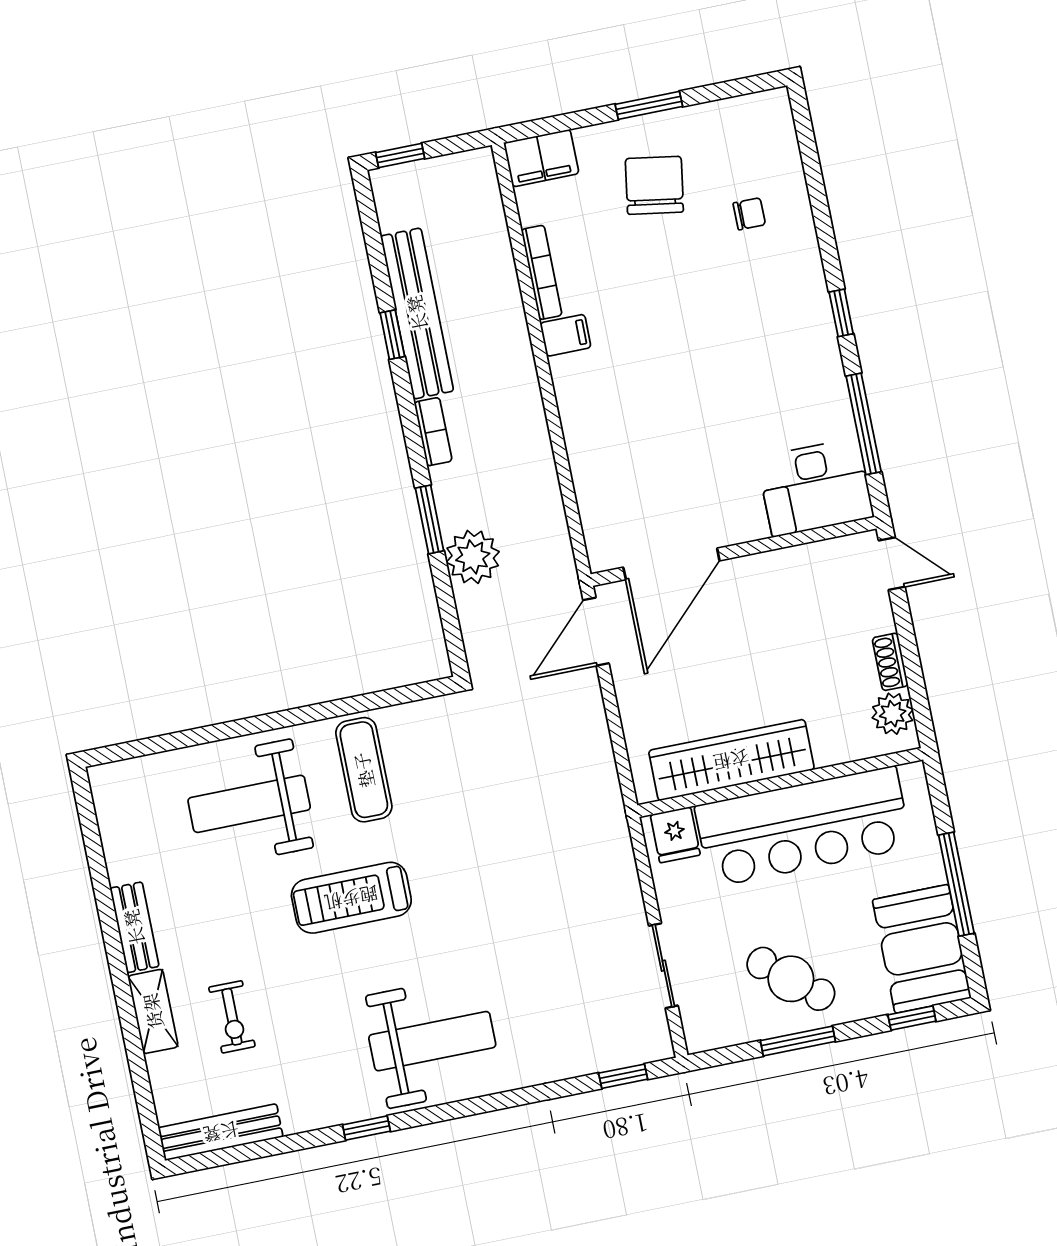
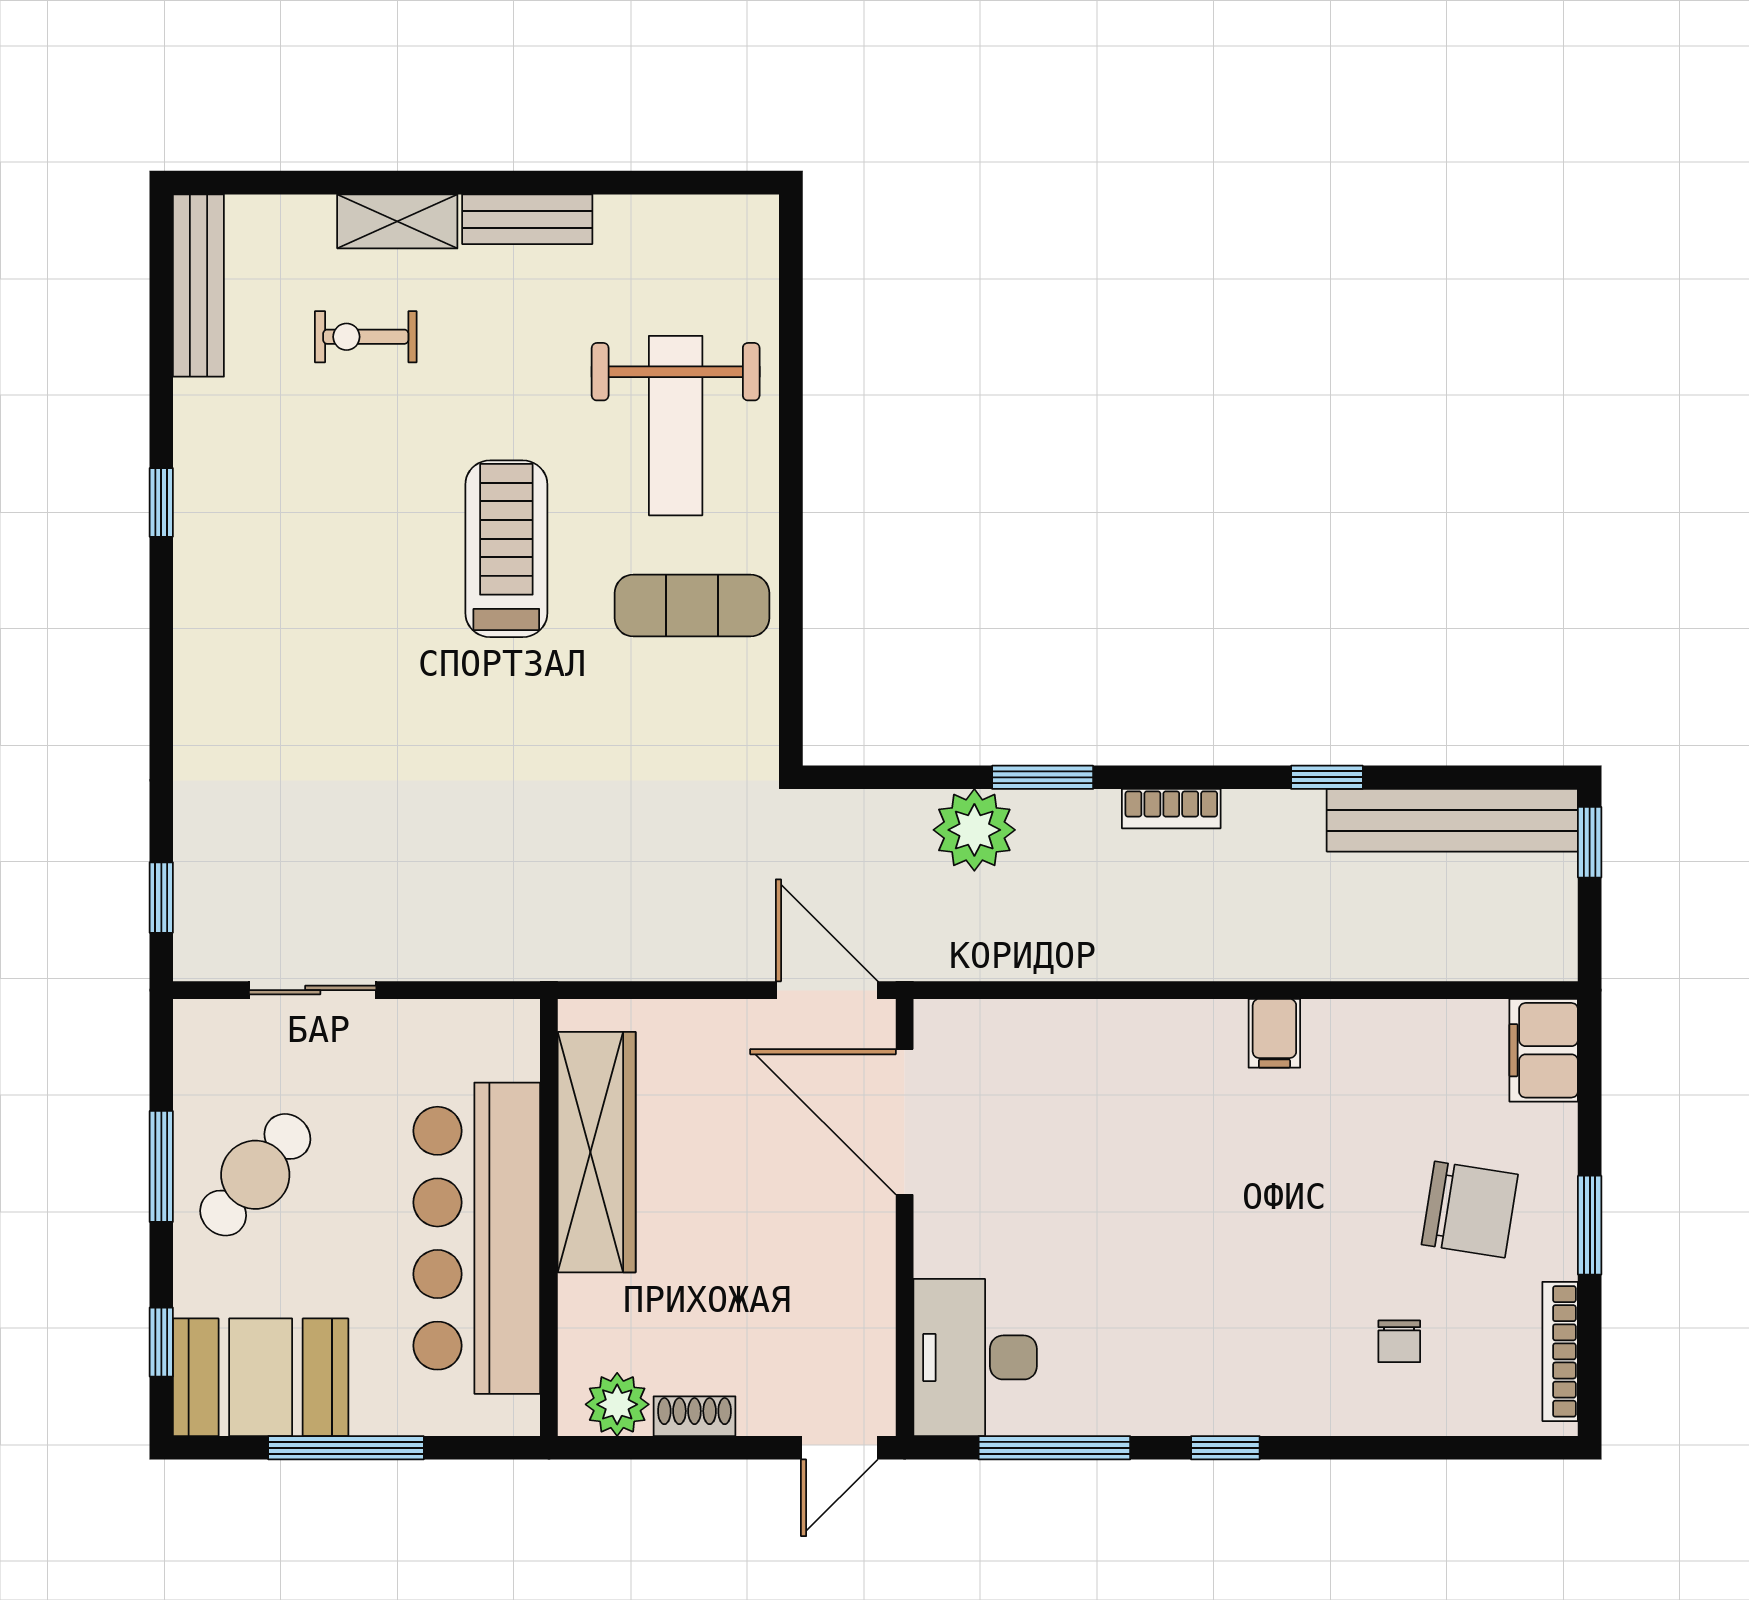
bookcase: (542, 272) -> (1560, 1351), moved, turned 90
bench: (417, 313) -> (1452, 820), moved
weight bench: (249, 804) -> (676, 426), turned 180
fridge: (675, 835) -> (503, 1047), removed
weight bench: (432, 1041) -> (270, 626), removed

